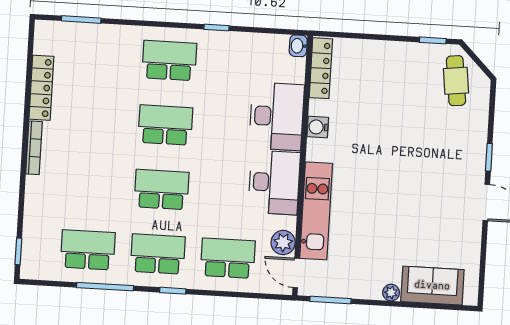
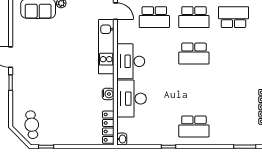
school desk: (165, 125) -> (194, 90), removed
plant: (283, 243) -> (124, 28), removed
school desk: (88, 250) -> (233, 17), turned 180

